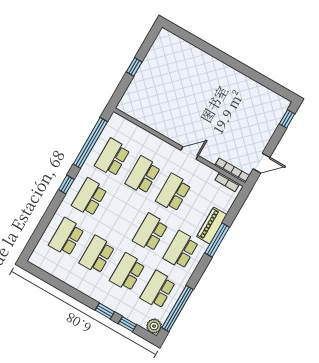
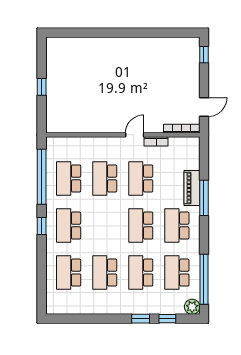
bookcase: (227, 182) -> (156, 141), moved

